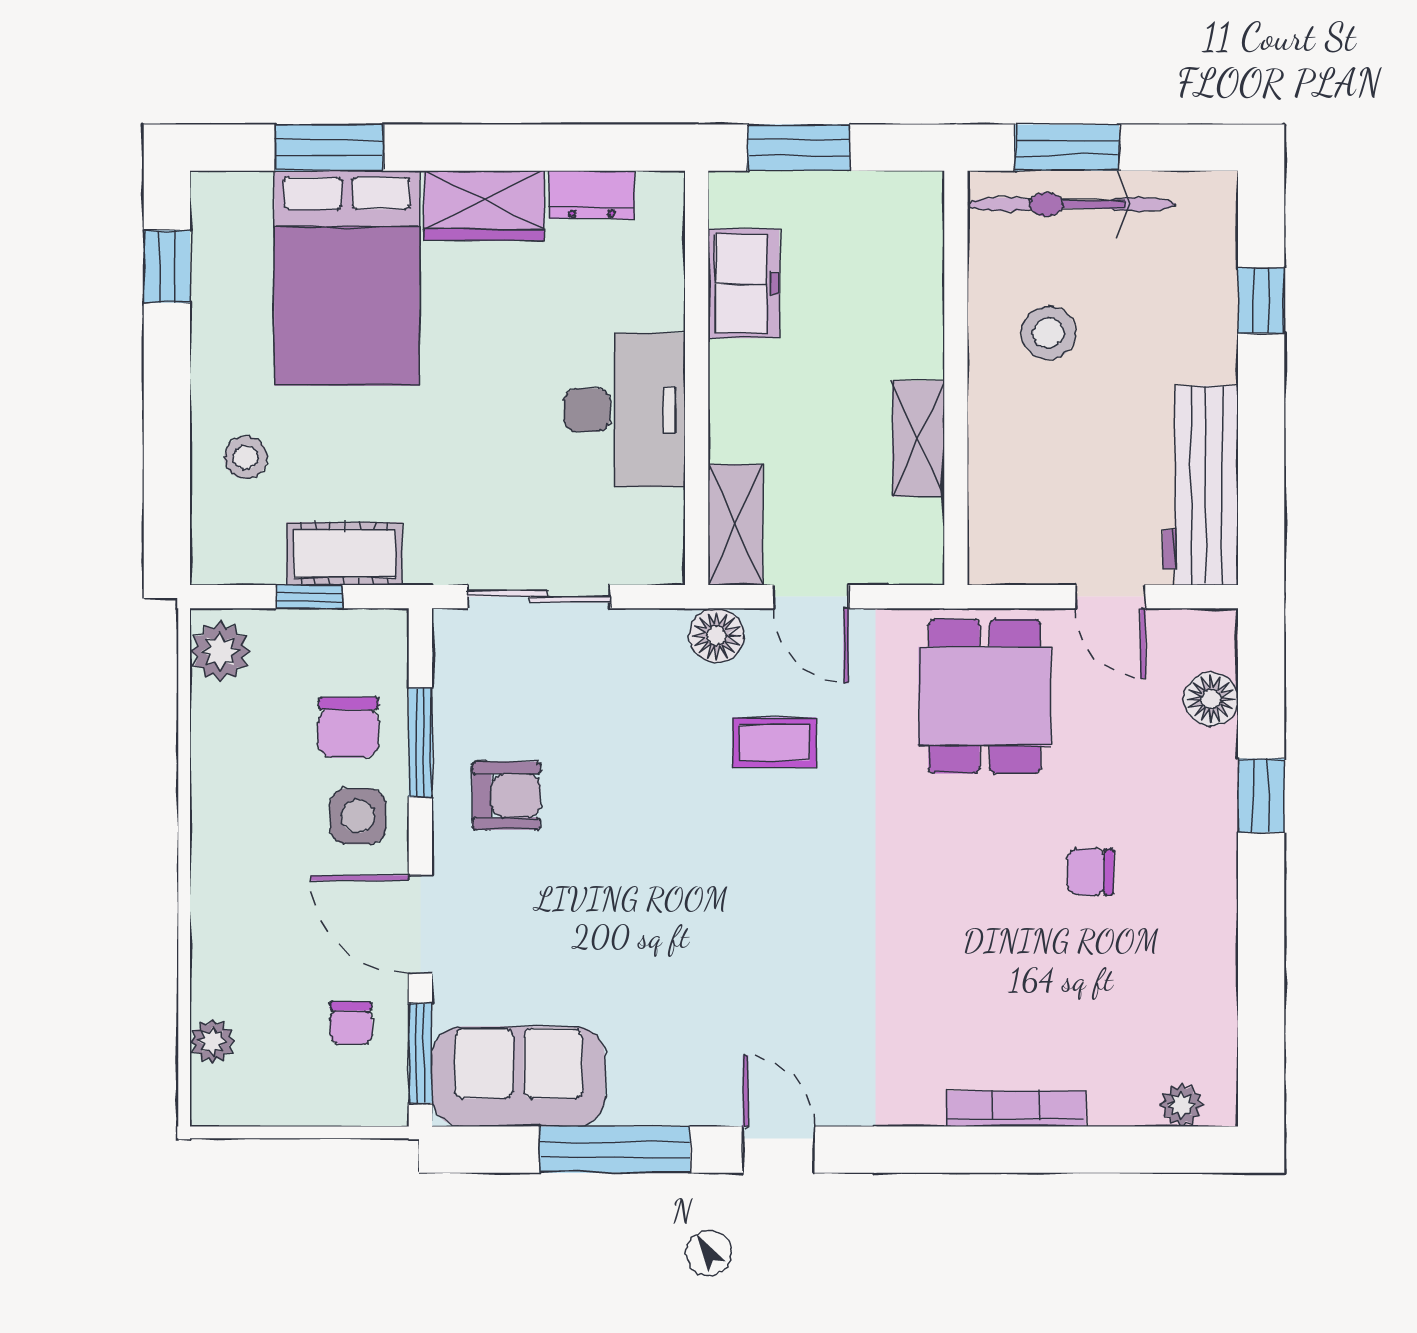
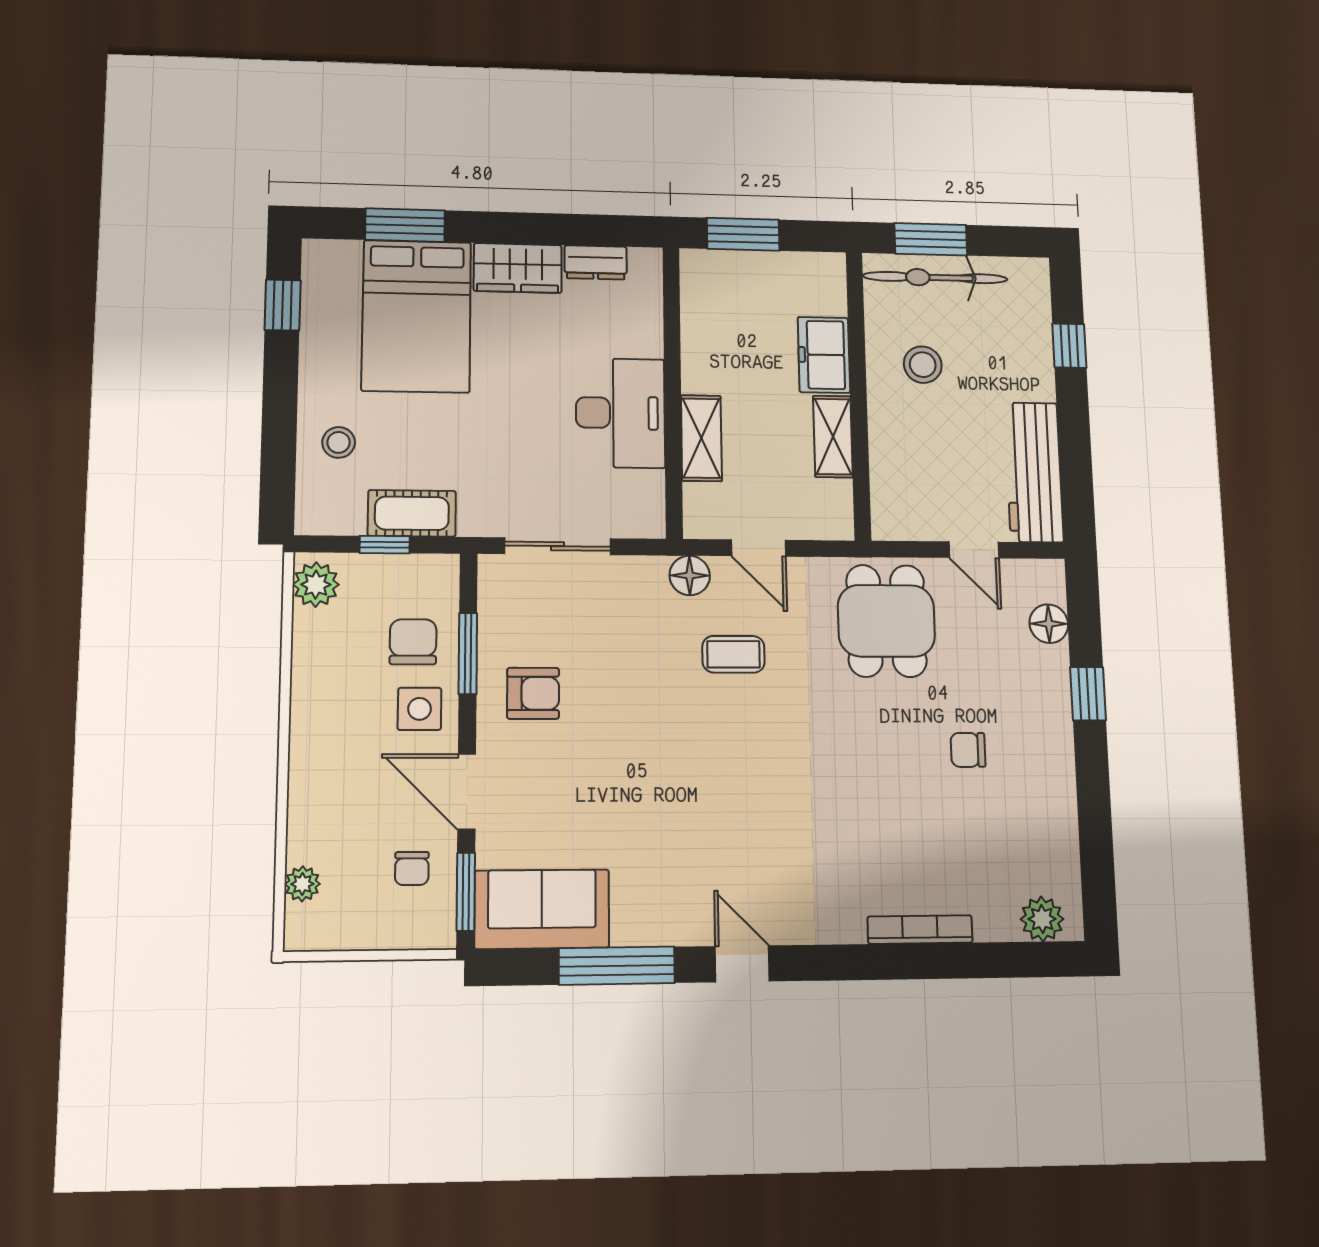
freezer: (744, 284) -> (824, 355), moved, turned 180
shelving: (735, 525) -> (701, 438), moved
chair: (348, 727) -> (413, 642), turned 180
plant: (1182, 1105) -> (1042, 919), width x1.38, depth x1.38

